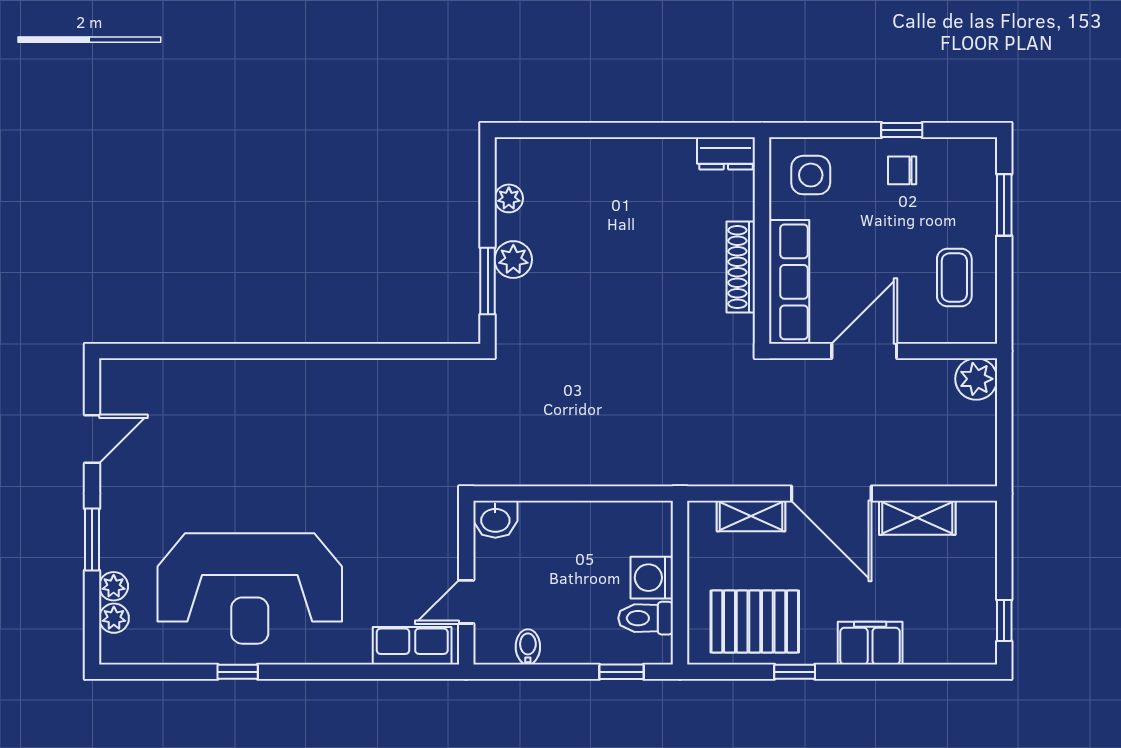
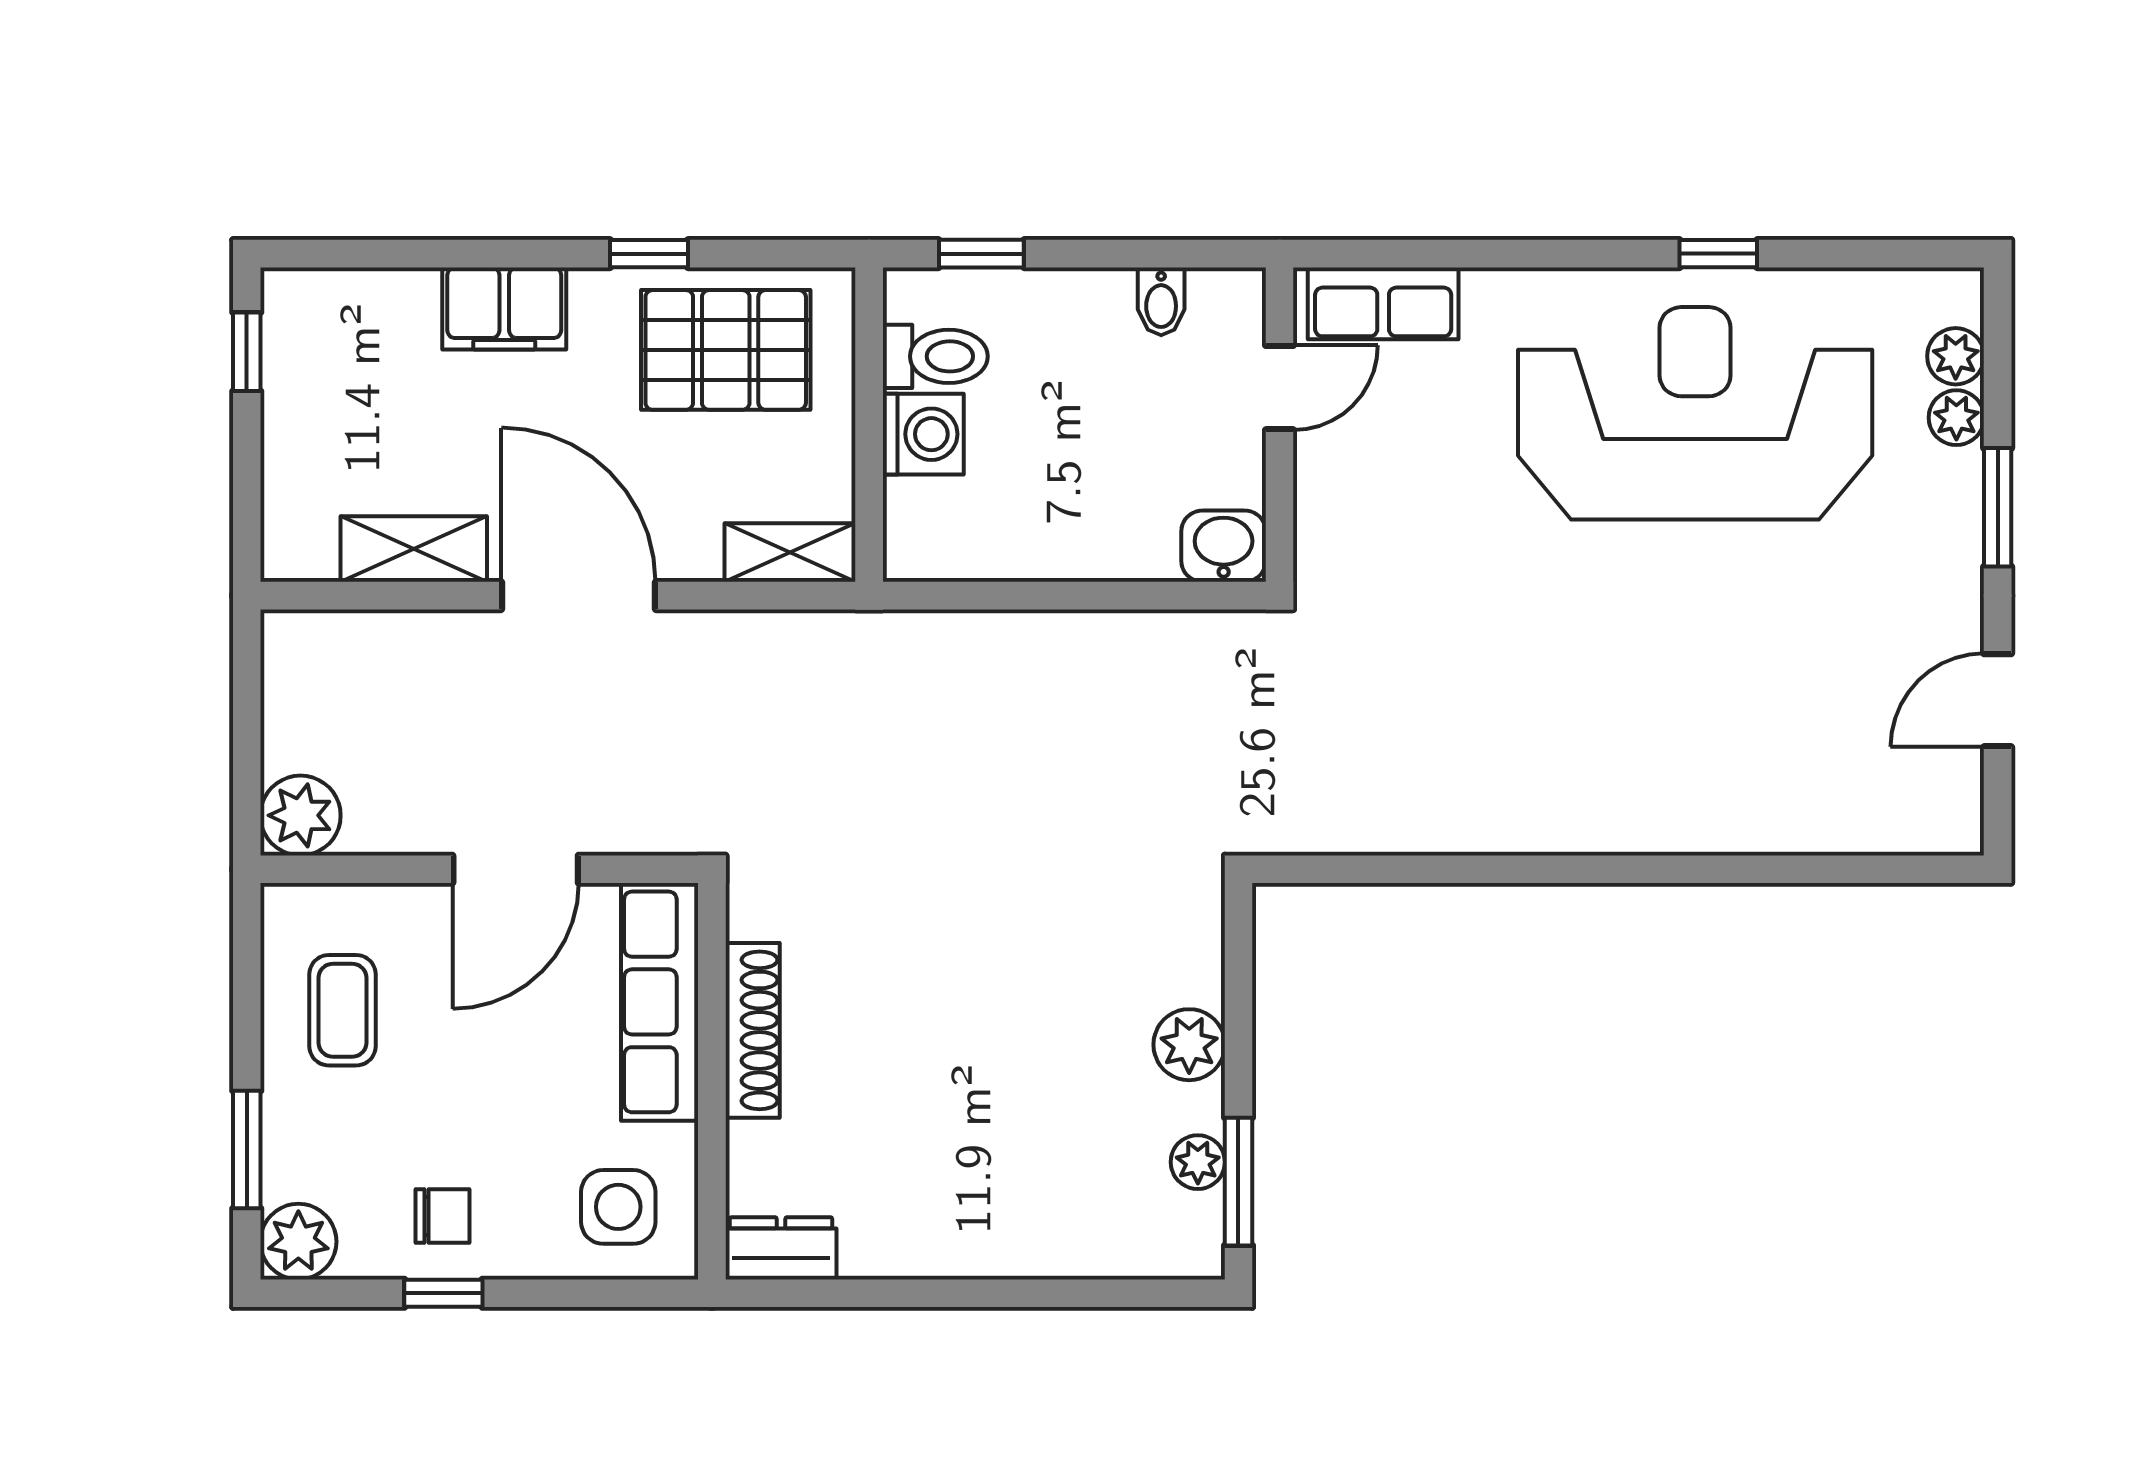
plant: (977, 157) -> (298, 1242), added
window: (488, 281) -> (1238, 1182), moved
shelving: (751, 516) -> (790, 552), moved

